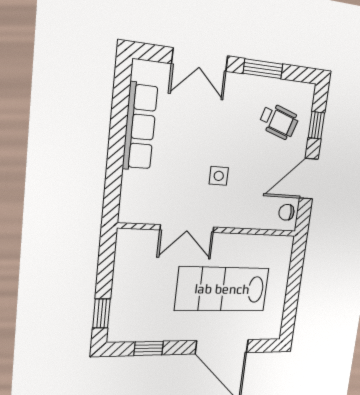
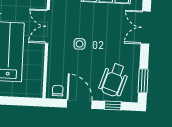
window: (263, 69) -> (143, 81), moved
wheelchair: (279, 121) -> (114, 80), width x1.36, depth x1.37

